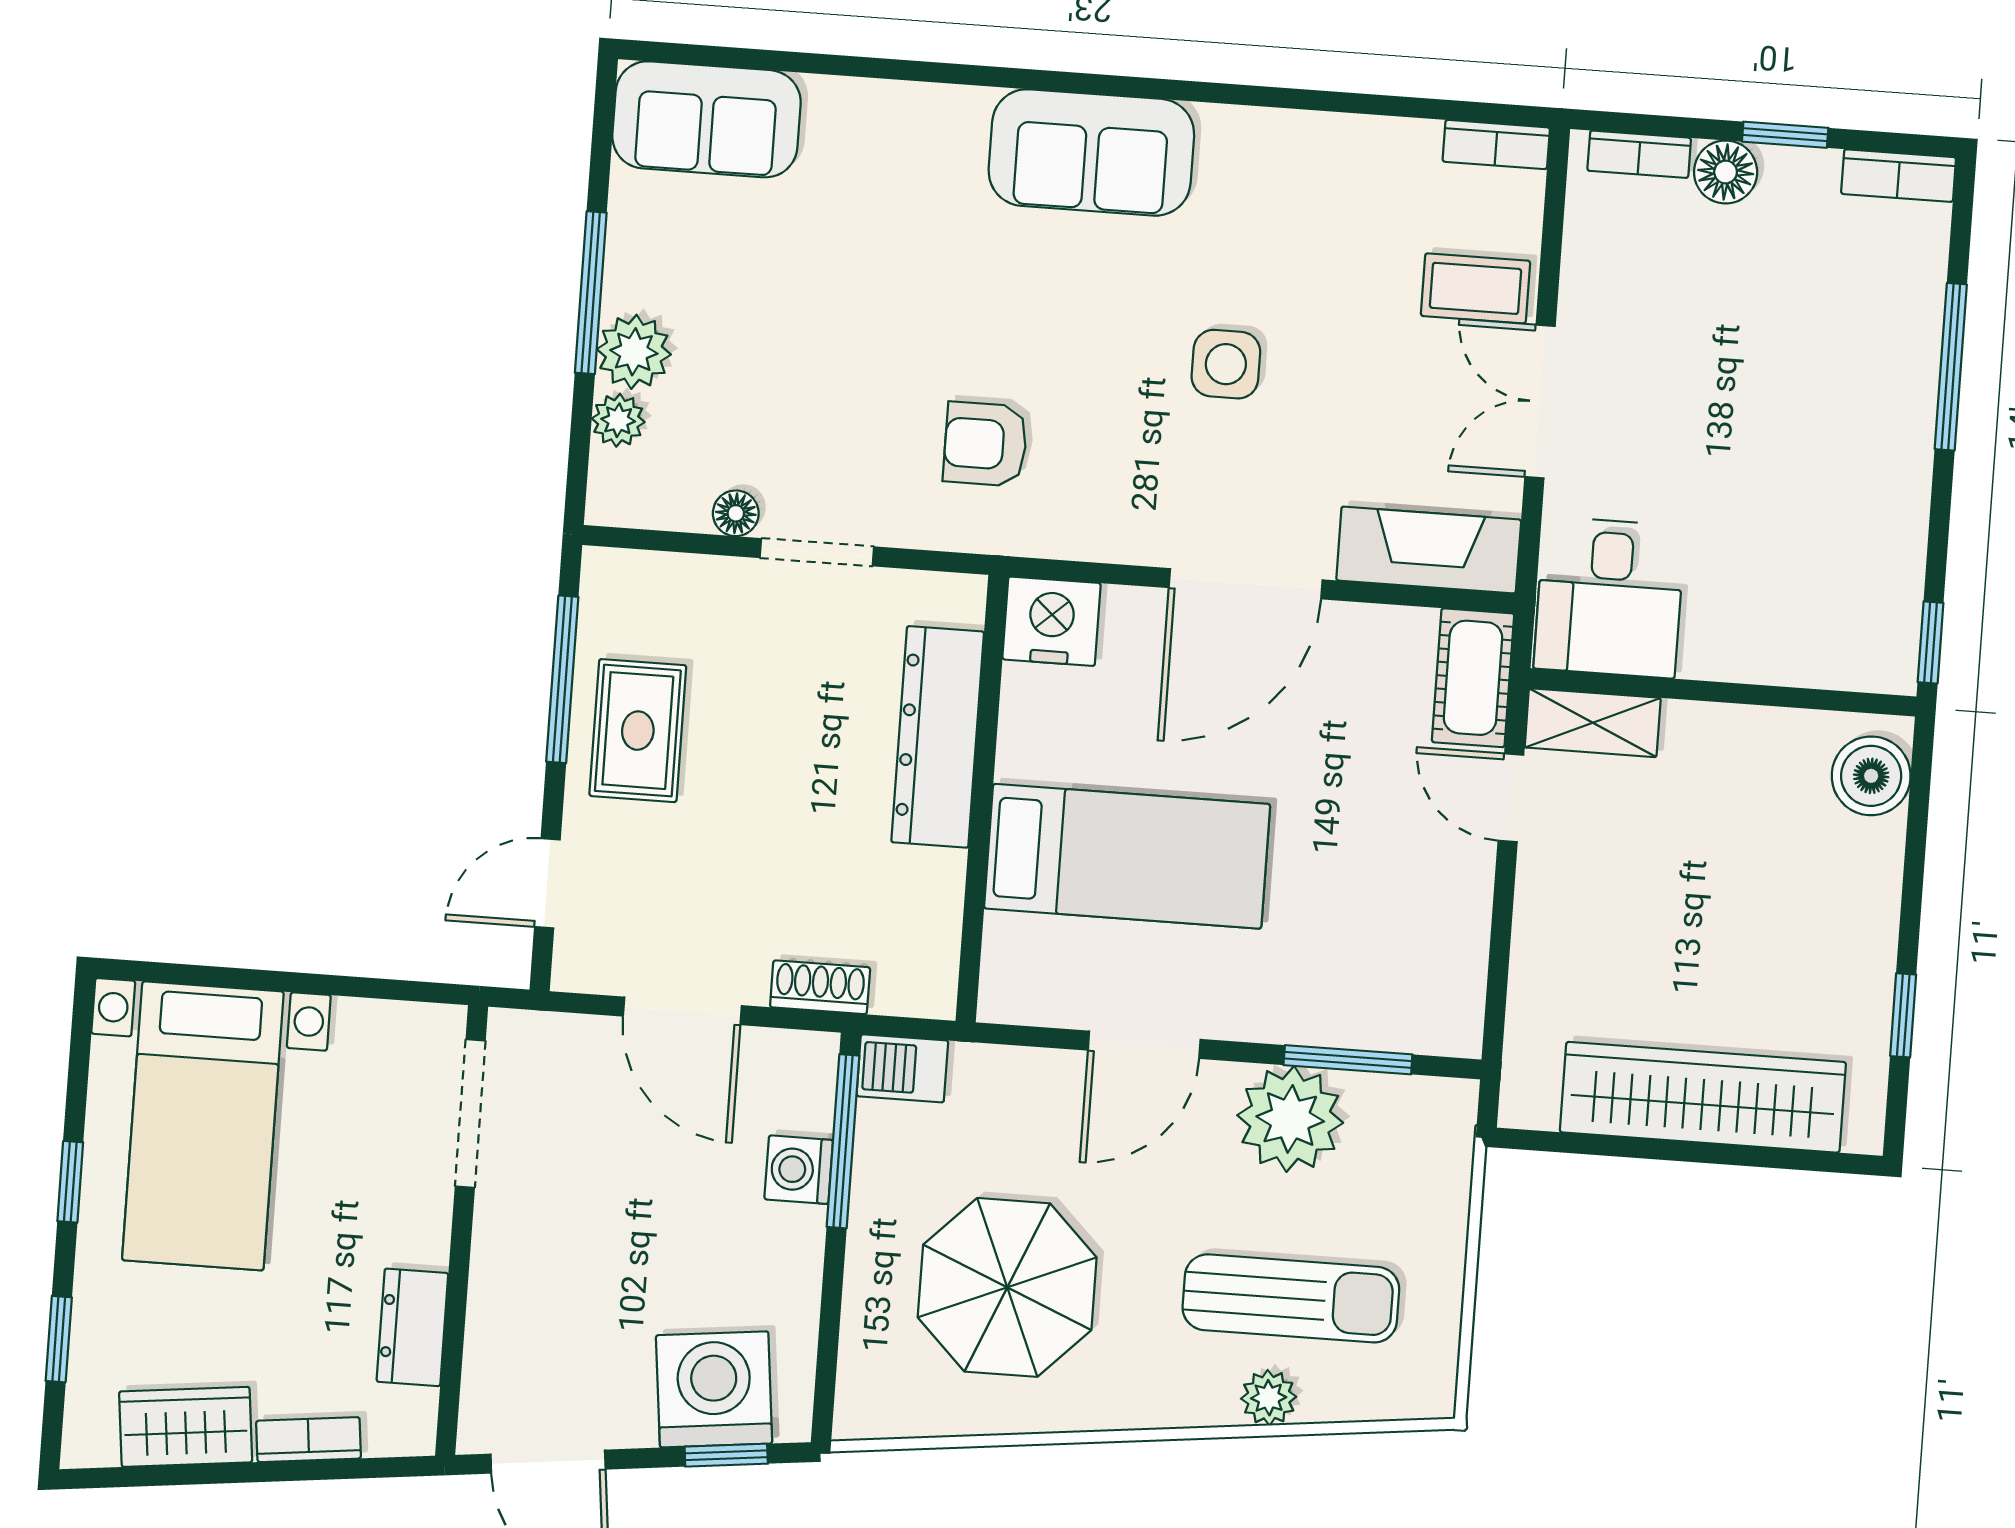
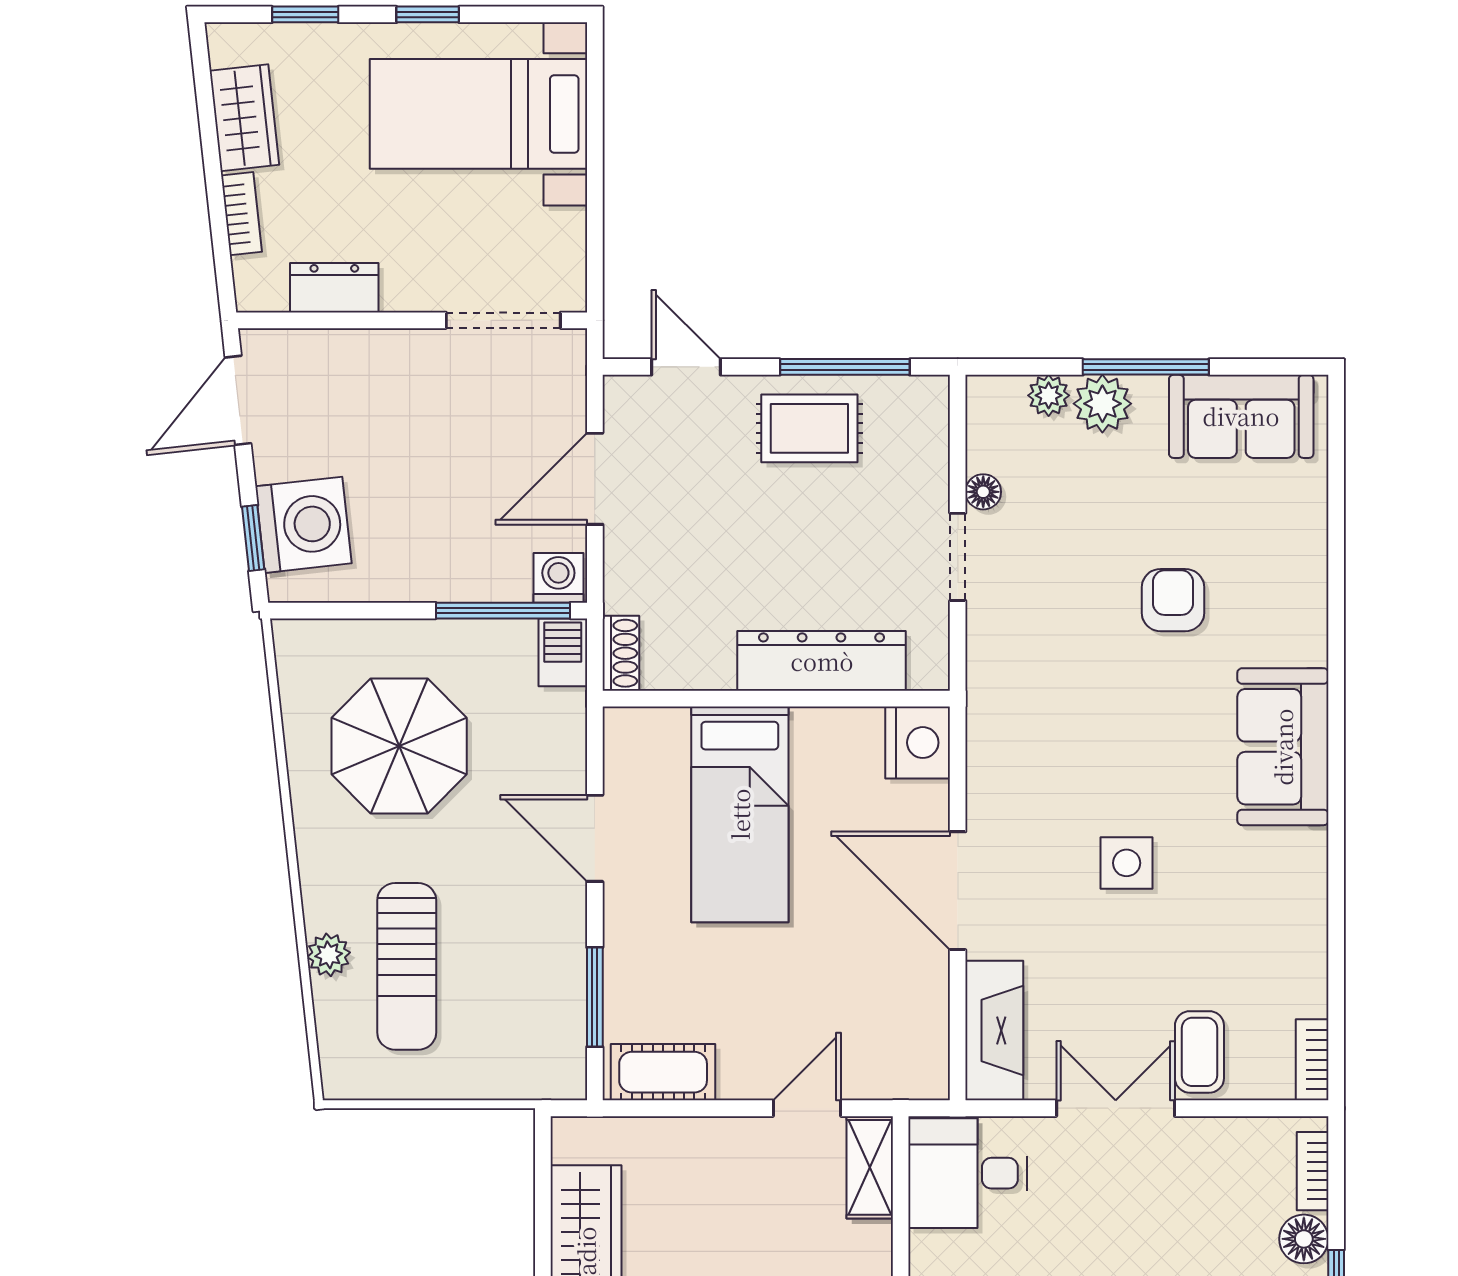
sofa: (707, 119) -> (1241, 416), moved, turned -90
armchair: (985, 444) -> (1173, 600), moved
cot: (1473, 678) -> (663, 1072), moved
shoe rack: (820, 987) -> (621, 653), moved
plant: (1290, 1119) -> (546, 956), removed
washing machine: (799, 1170) -> (558, 578), moved

